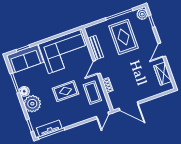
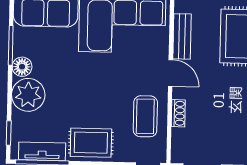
door: (97, 67) -> (170, 73), swing flipped
rug: (65, 91) -> (91, 143), moved

